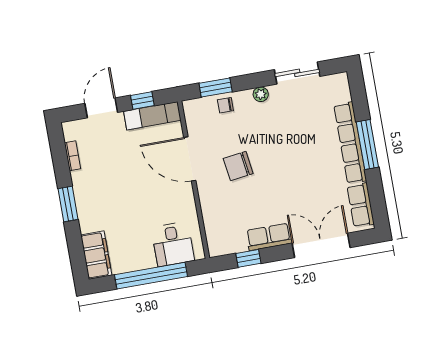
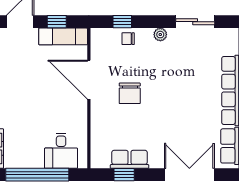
window: (216, 87) -> (122, 22), width x0.67
chair: (238, 166) -> (130, 93), turned -82
row of seats: (269, 237) -> (130, 159), moved

